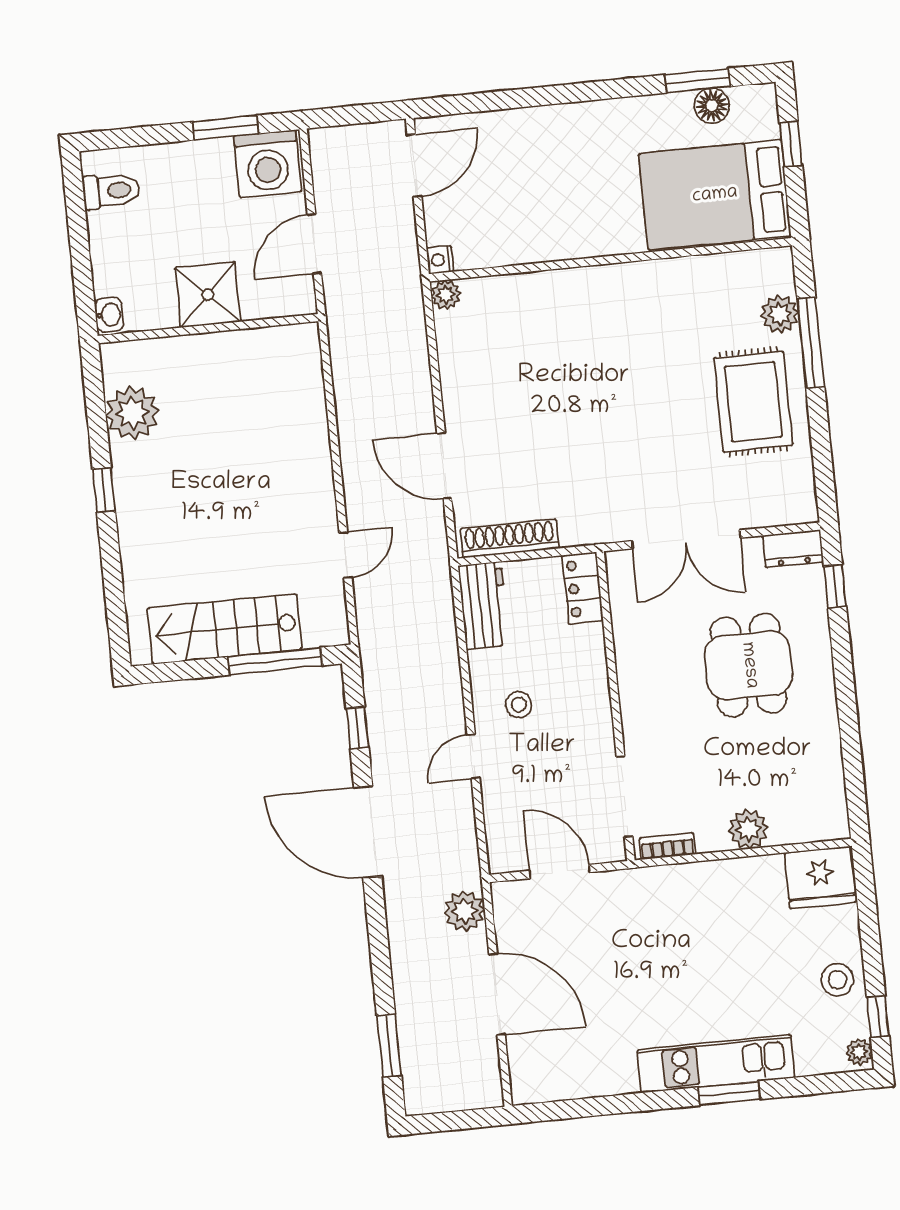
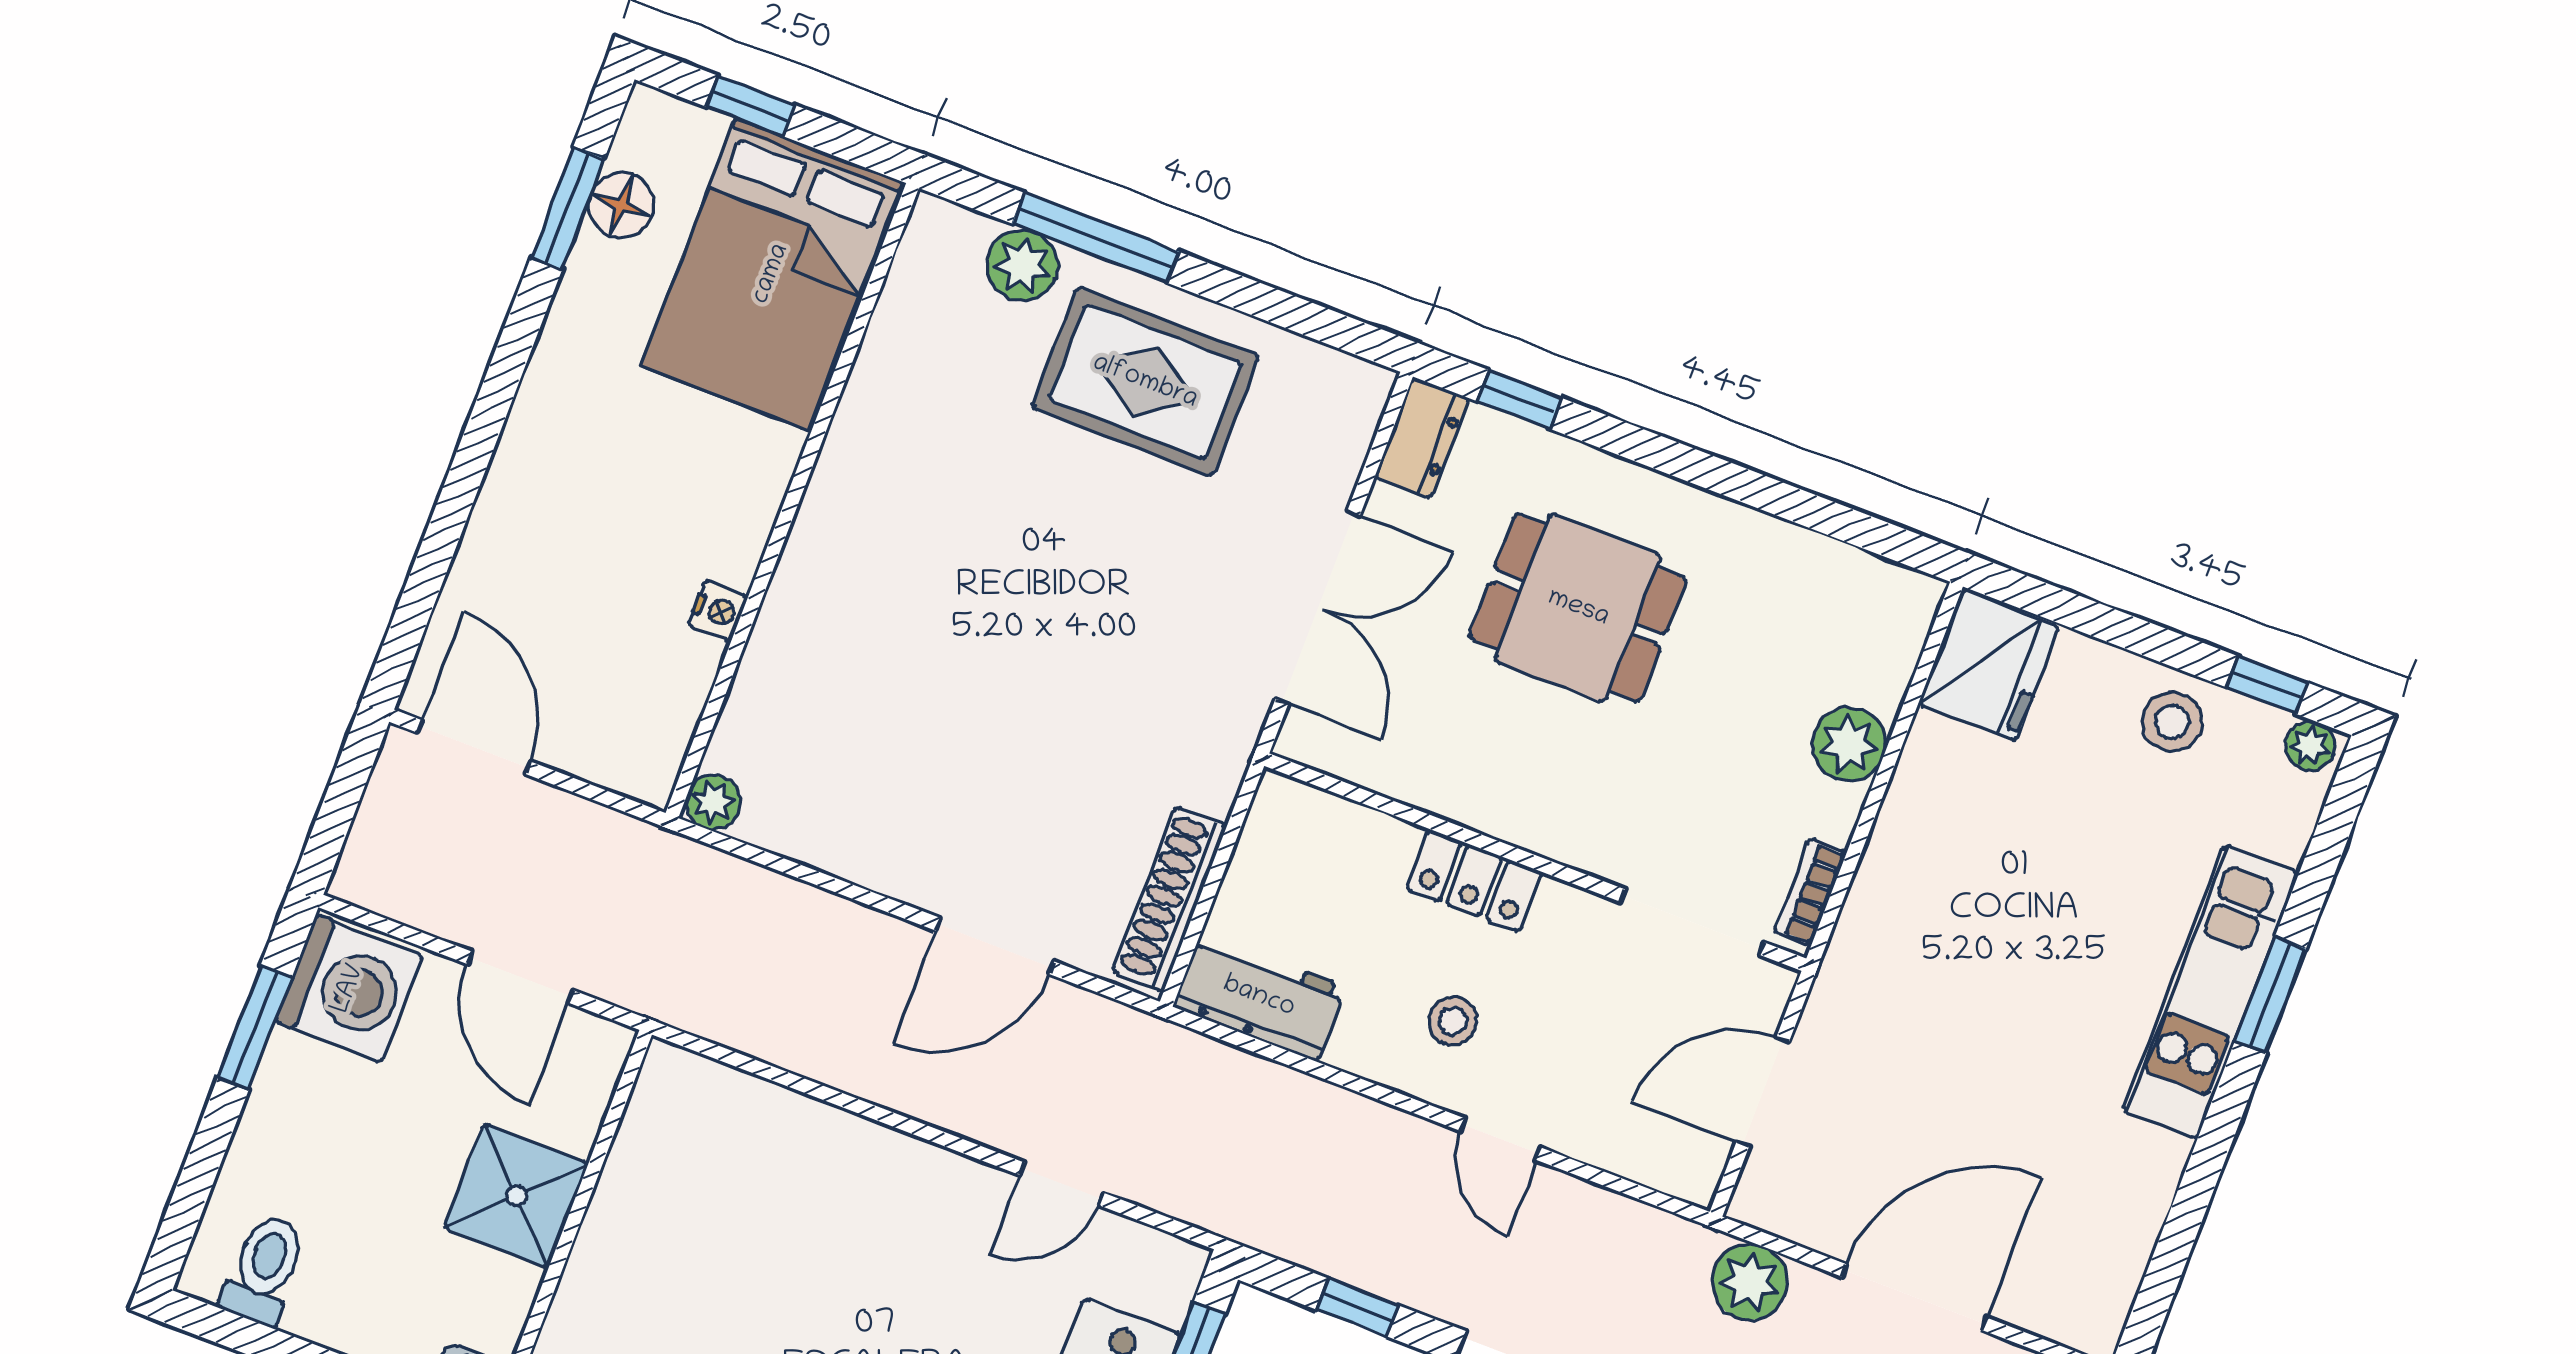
nightstand: (440, 260) -> (718, 611), moved, turned -90
door: (346, 555) -> (1062, 1184), swing flipped
locker: (583, 588) -> (1474, 881), moved

